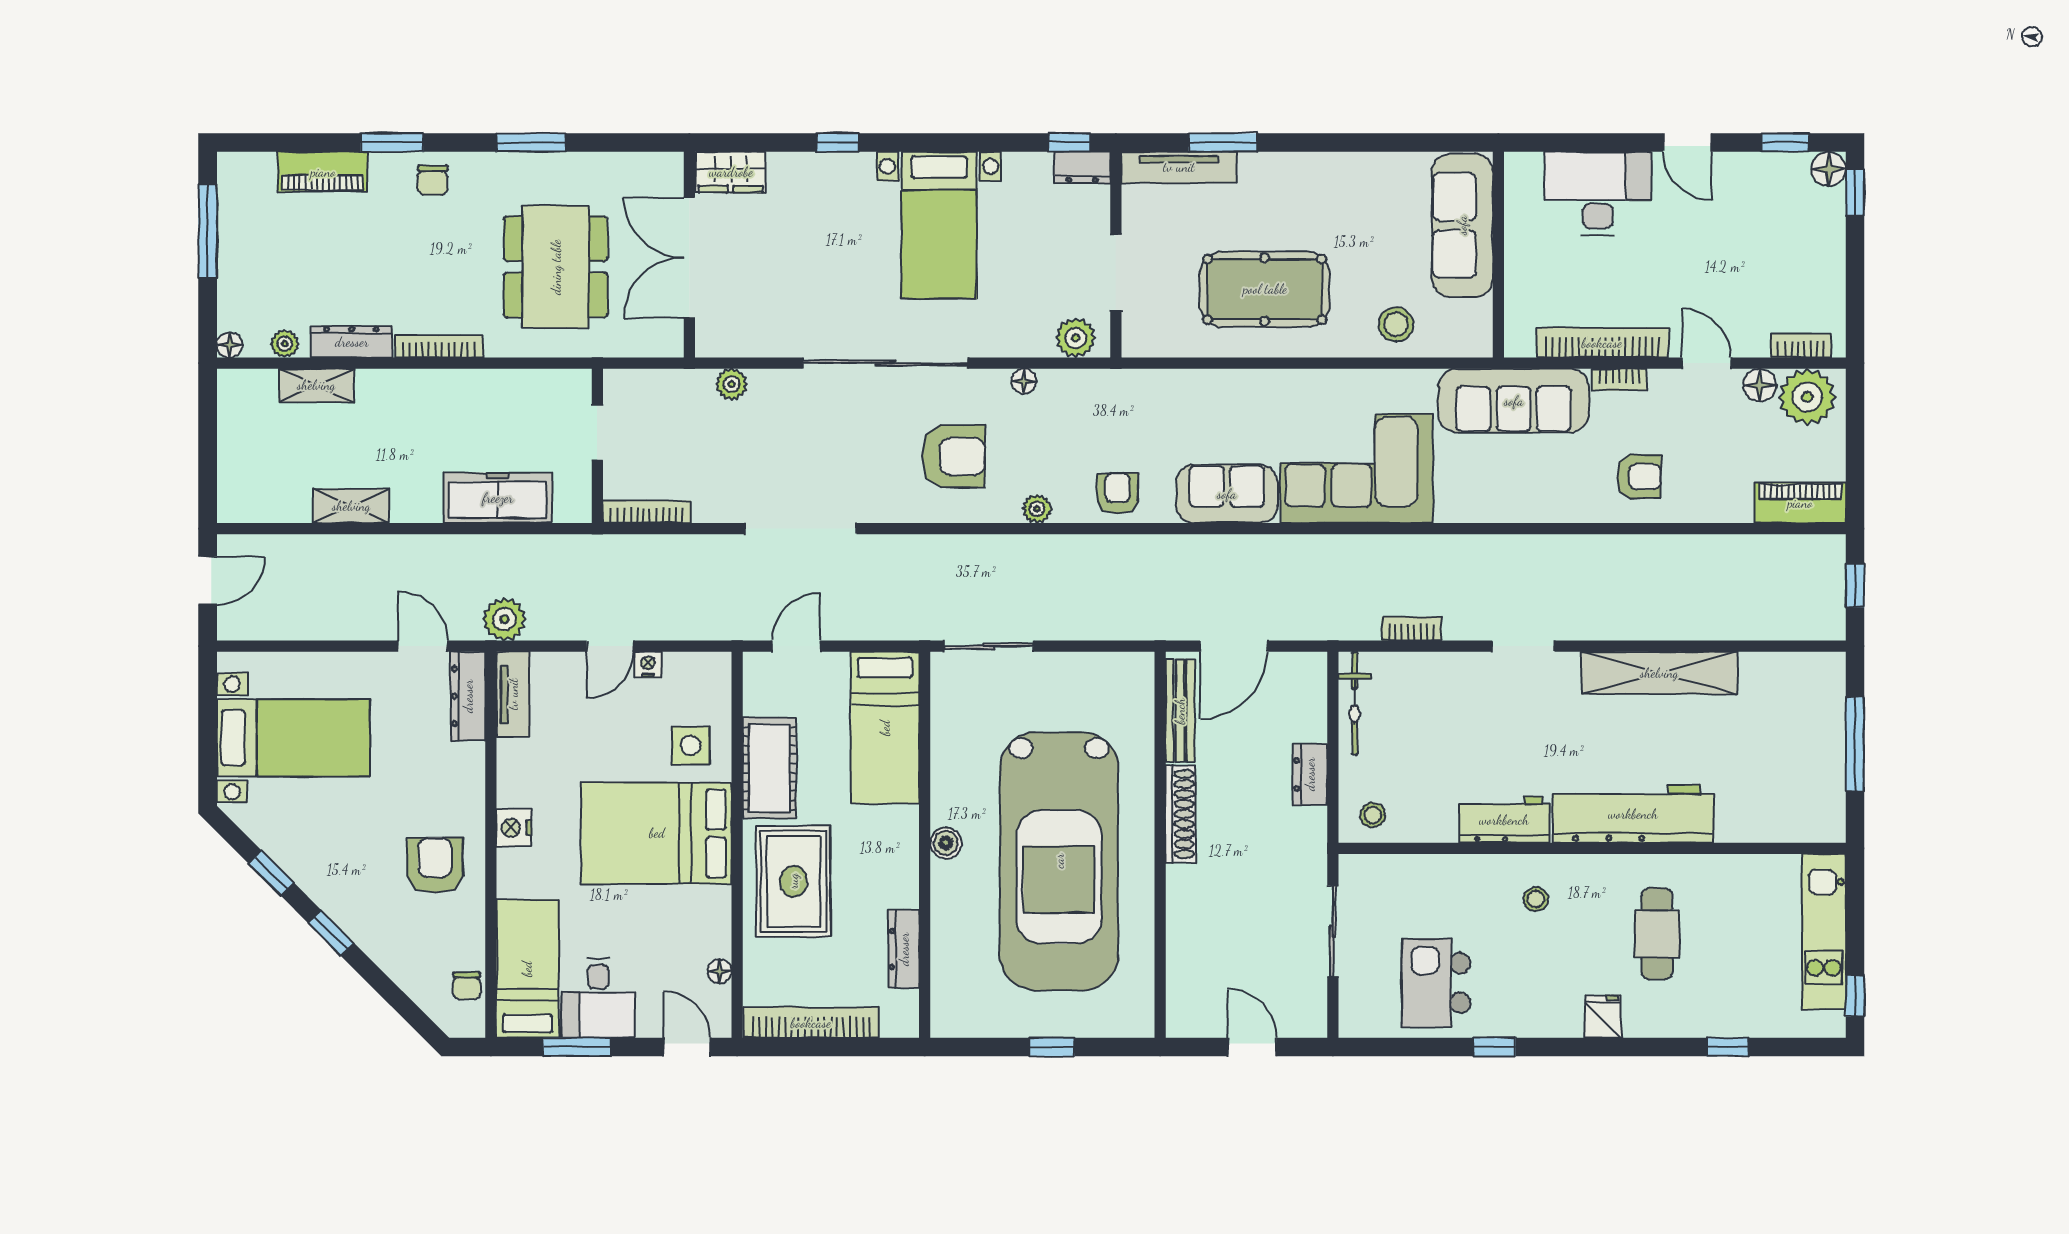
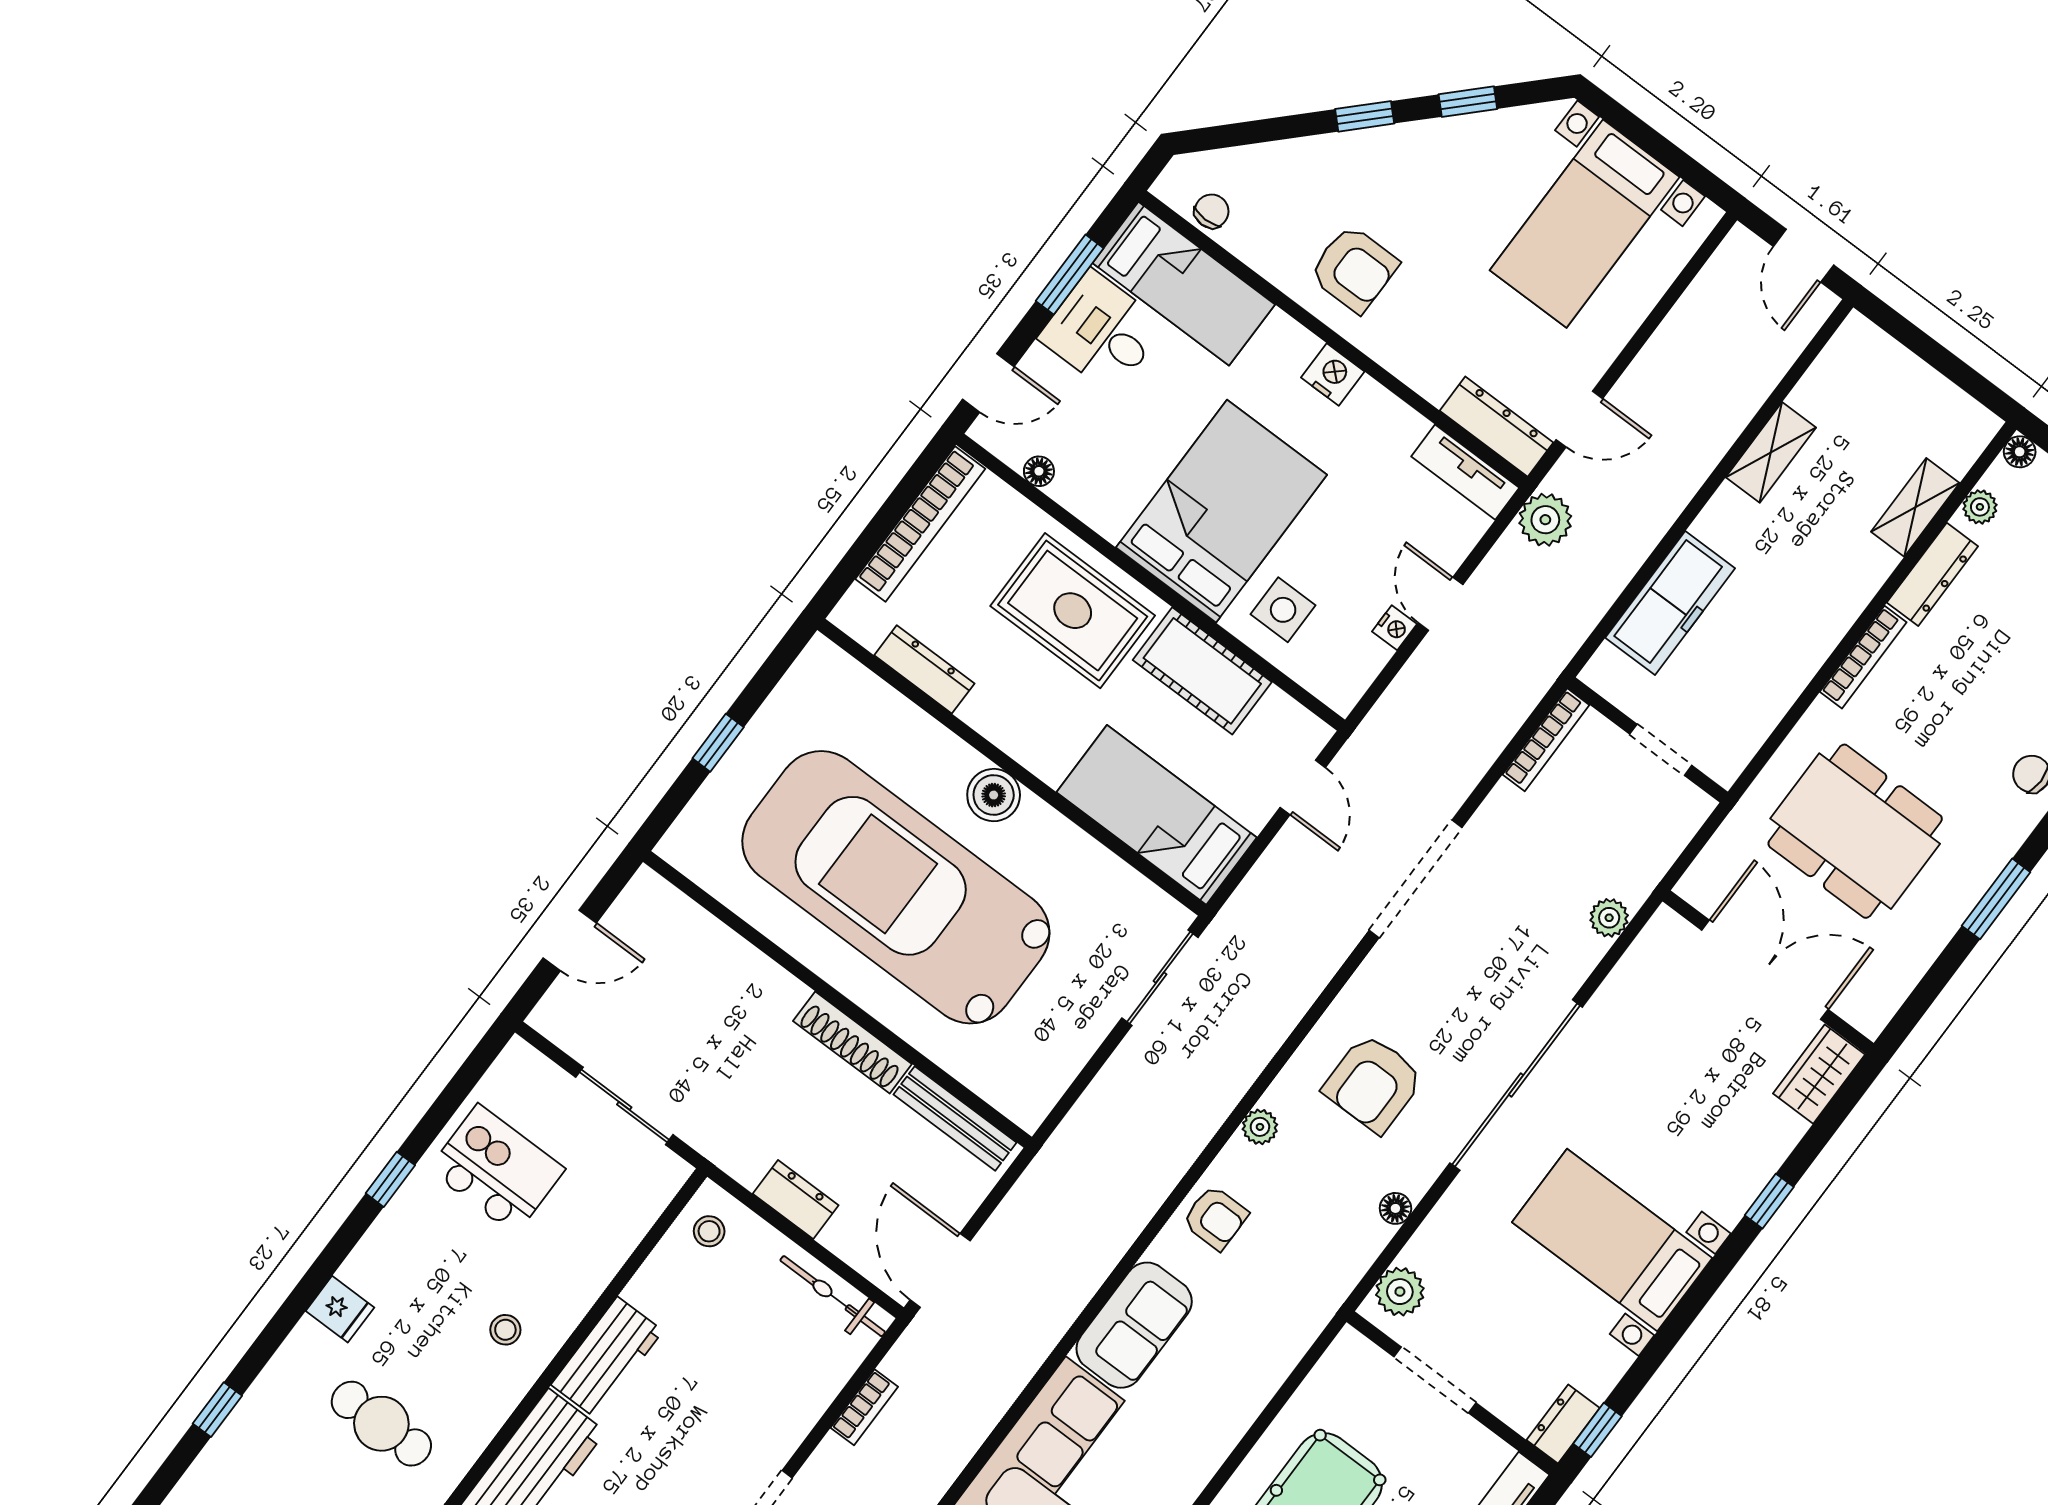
door: (1234, 646) -> (940, 1270), moved
boiler: (946, 843) -> (994, 795), width x1.36, depth x1.36
chair: (467, 986) -> (1212, 211), turned 90

